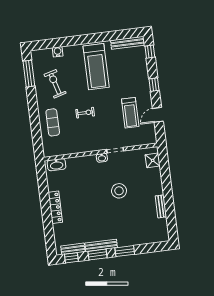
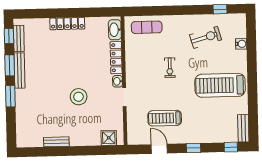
bench: (128, 43) -> (243, 128), width x0.73
window: (29, 74) -> (220, 9), width x0.46
exercise mat: (53, 122) -> (147, 27), moved
locker: (81, 161) -> (116, 58), added

